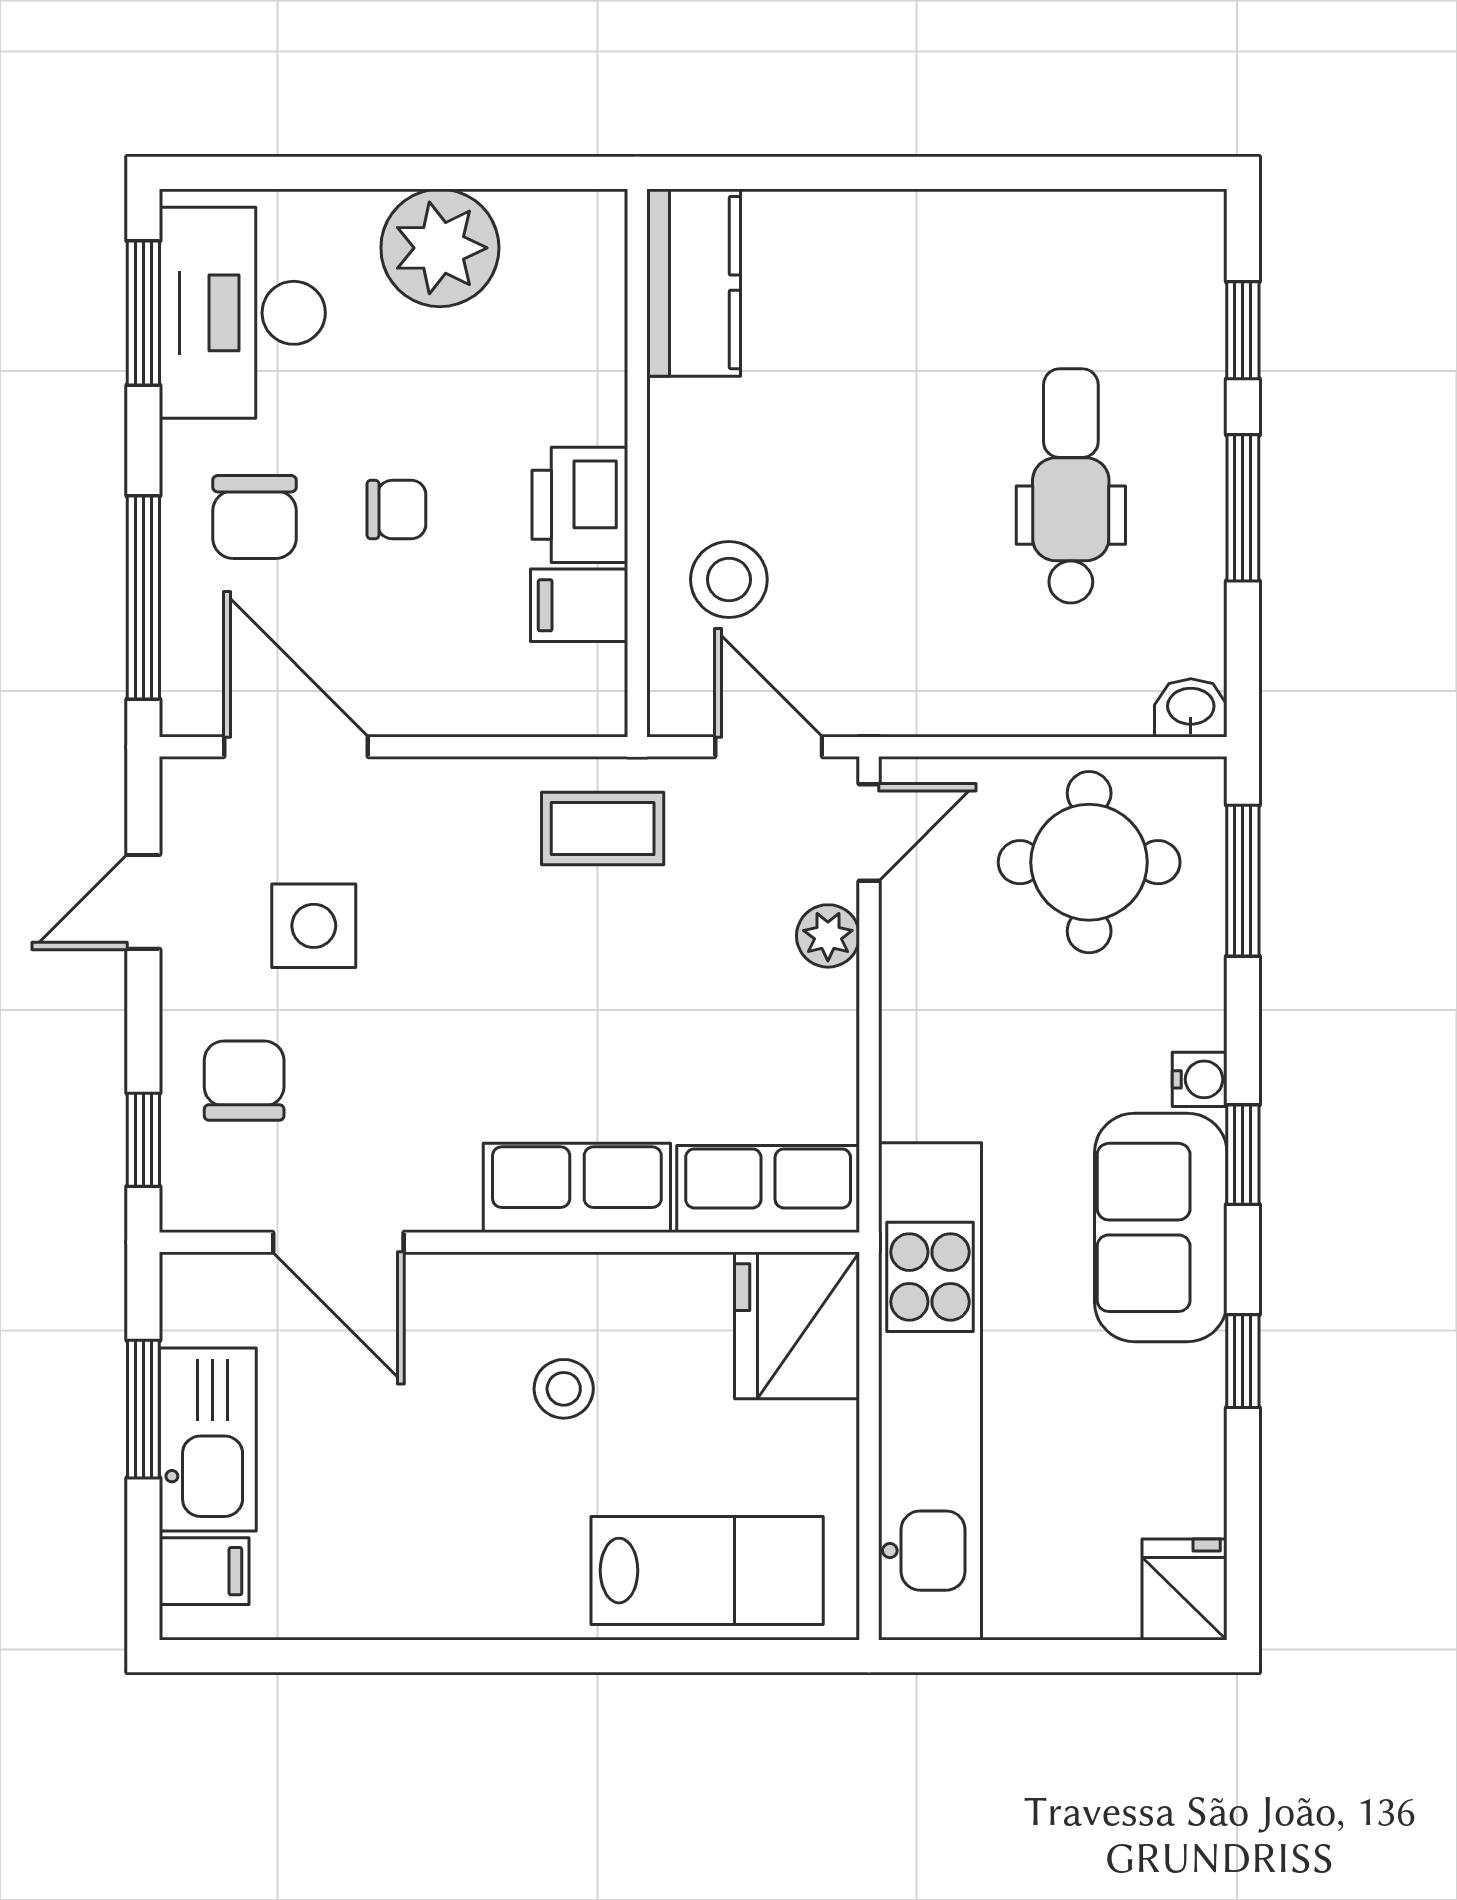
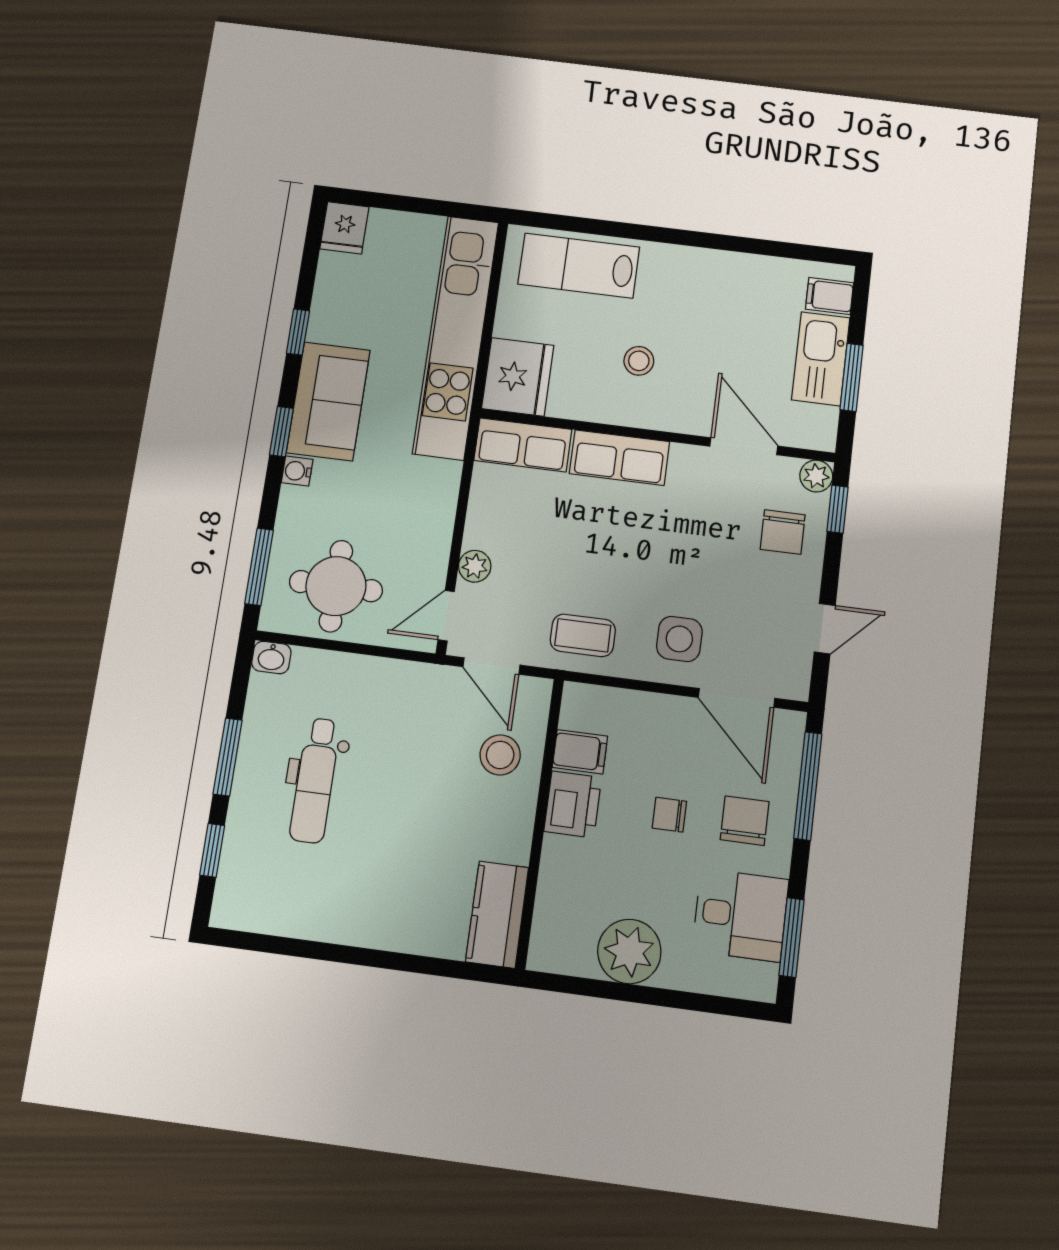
desk: (242, 313) -> (741, 915), width x0.73
side table: (314, 926) -> (679, 639), moved
plant: (191, 1201) -> (816, 476), added

